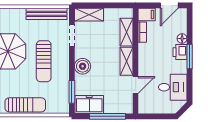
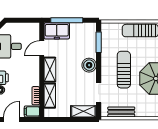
bench: (47, 14) -> (121, 112), width x0.73
freezer: (89, 105) -> (57, 31), moved

